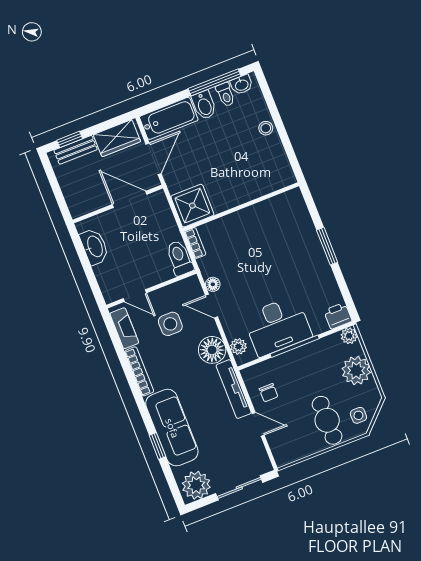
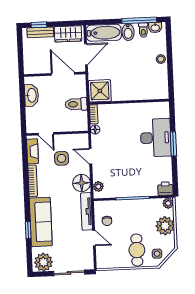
toilet: (180, 258) -> (76, 104), moved, turned -90
floor lamp: (213, 284) -> (95, 129), moved
desk: (278, 326) -> (156, 138), moved, turned -90

